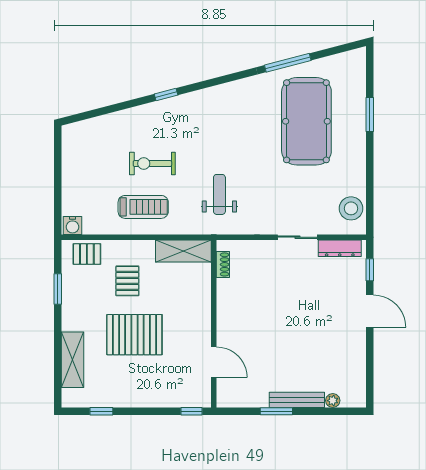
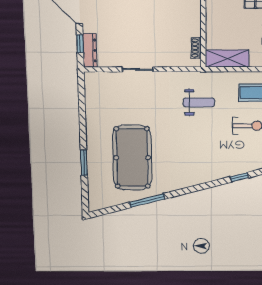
weight bench: (219, 194) -> (199, 102), turned -90
stool: (351, 208) -> (96, 92), removed
dresser: (340, 248) -> (90, 50), moved, turned 90

